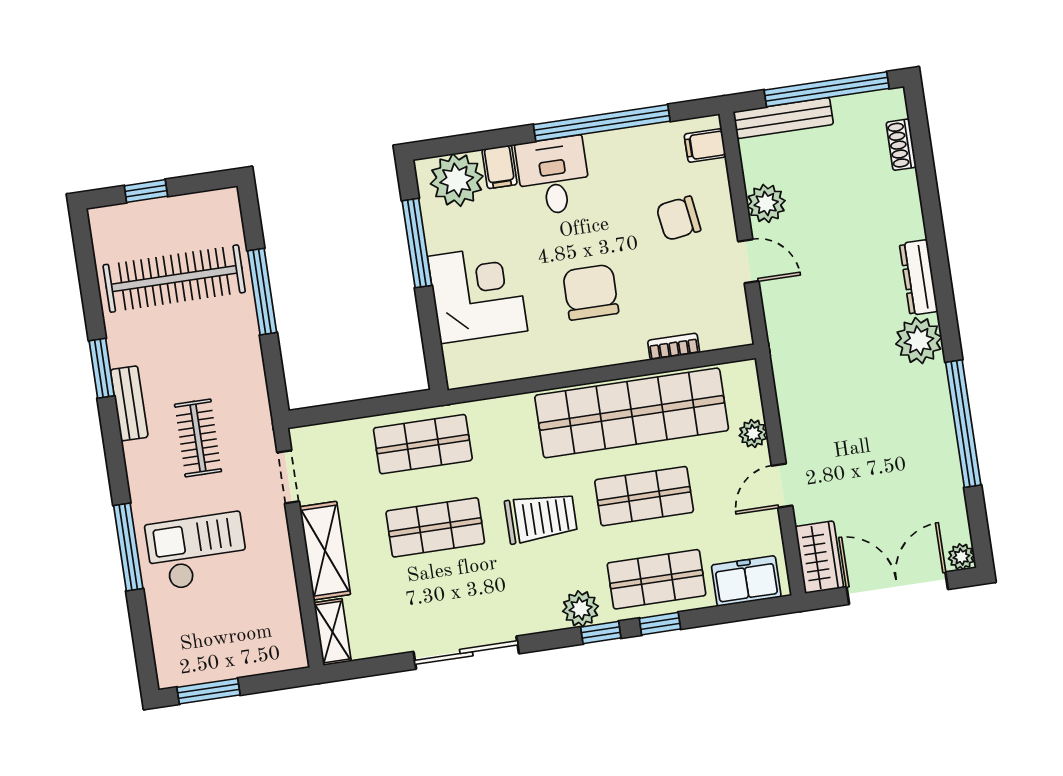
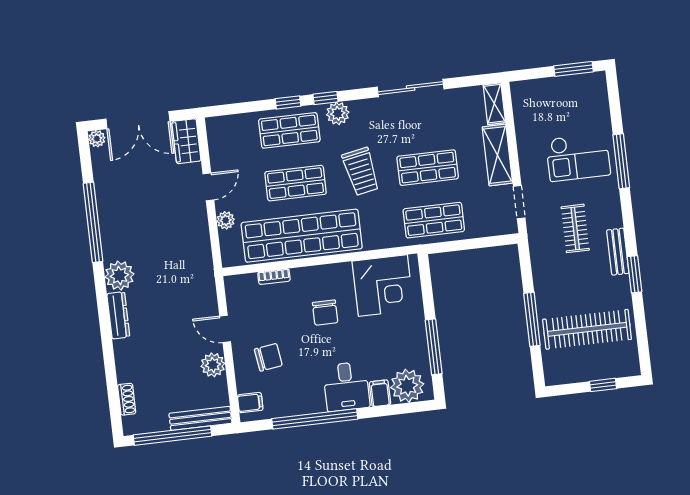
chair: (591, 292) -> (325, 312), width x0.73, depth x0.73
corner desk: (478, 294) -> (383, 285), moved, turned -90
trolley: (541, 518) -> (361, 171), turned -101
freezer: (746, 581) -> (233, 128), removed

